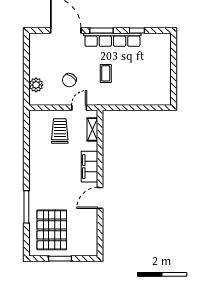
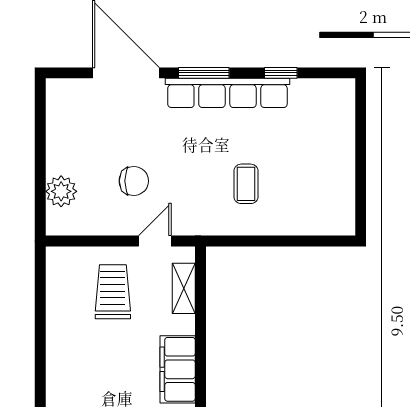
coffee table: (106, 73) -> (246, 184), moved
chair: (69, 80) -> (134, 181), turned -122

